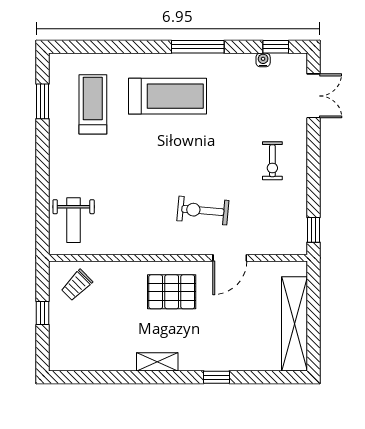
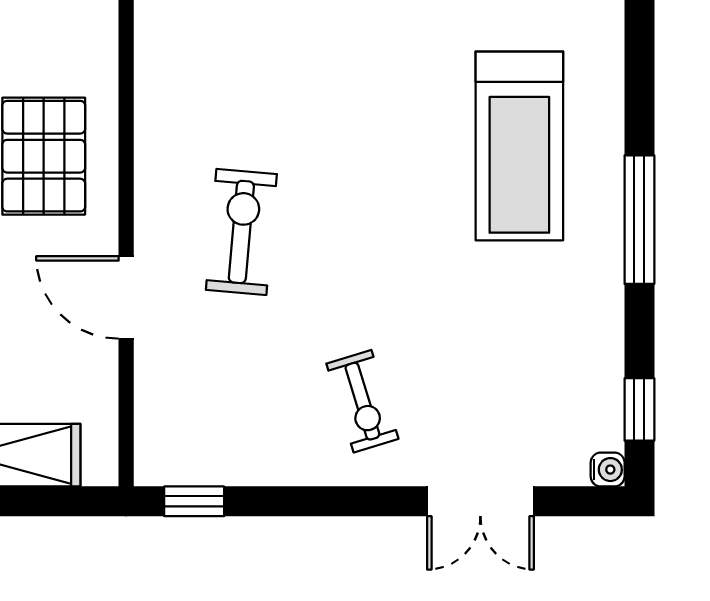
water cooler: (263, 60) -> (608, 470), moved
double door: (314, 96) -> (480, 501), moved
exercise bike: (272, 161) -> (362, 401), turned -107

